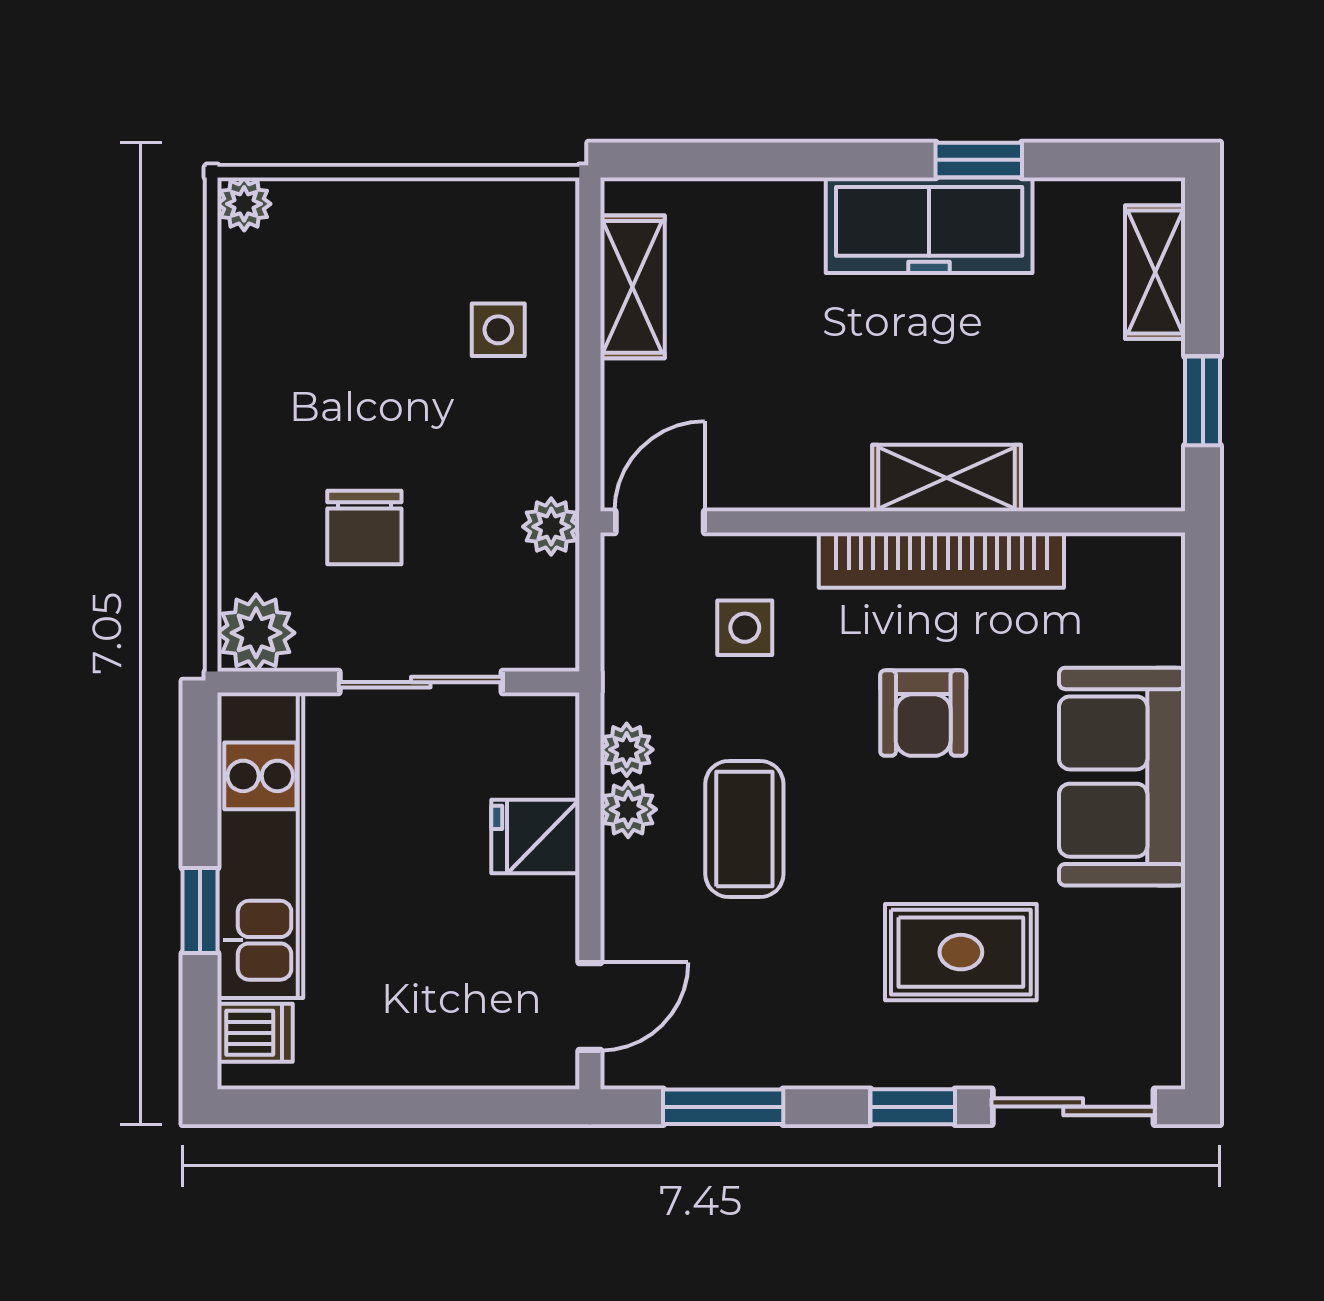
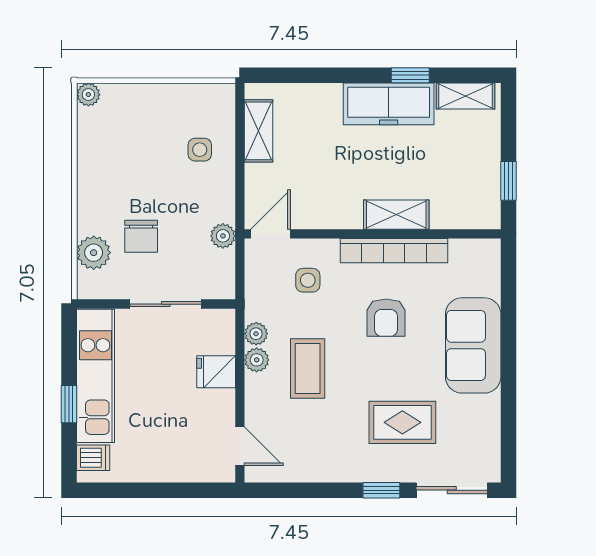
shelving: (1155, 272) -> (466, 96), moved, turned 90
plant: (256, 633) -> (94, 253), moved
door: (590, 1006) -> (240, 446), hinge flipped
window: (723, 1107) -> (298, 490), removed

